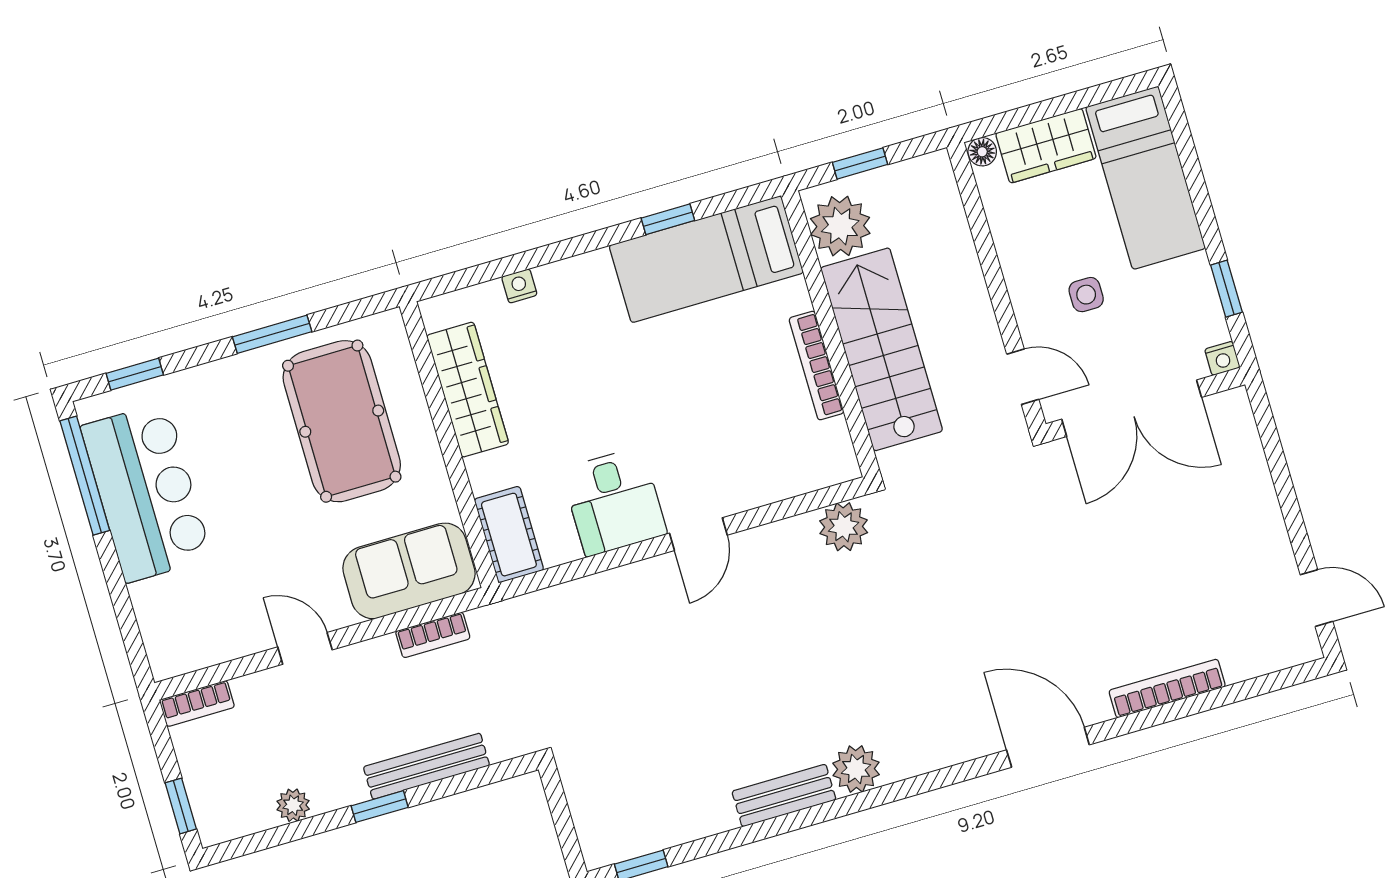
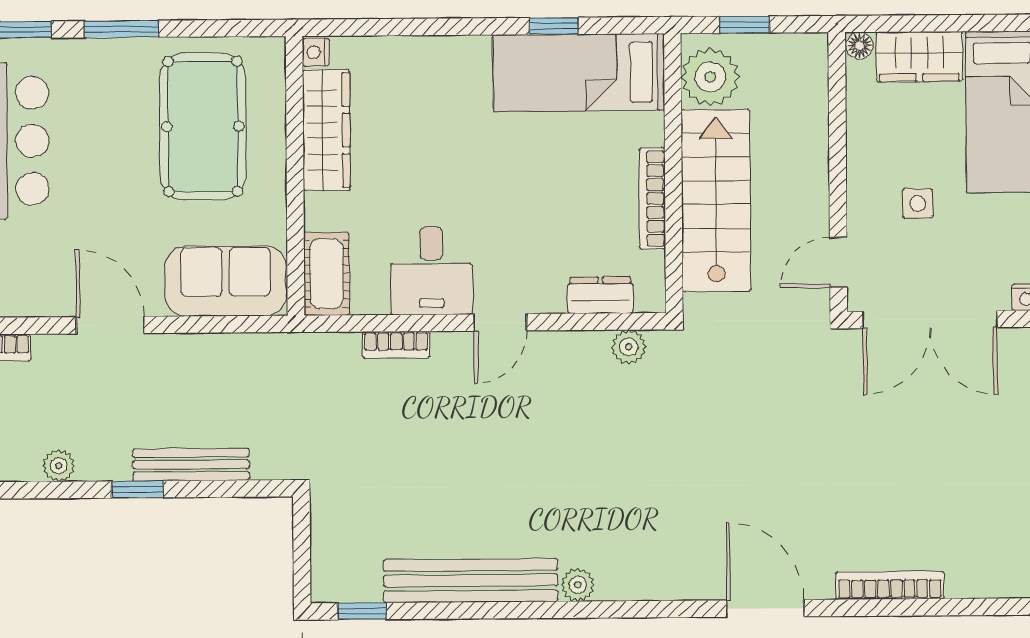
nightstand: (519, 286) -> (316, 52), moved, turned -90
window: (272, 334) -> (121, 29), moved
door: (1023, 377) -> (838, 262), swing flipped
dresser: (792, 478) -> (600, 295), added
plant: (844, 527) -> (629, 347), width x0.73, depth x0.73
bookcase: (433, 635) -> (396, 345), moved
door: (305, 648) -> (110, 325), width x1.38
plant: (856, 769) -> (578, 585), width x0.73, depth x0.73
bench: (784, 795) -> (471, 581), width x1.86, depth x1.21

